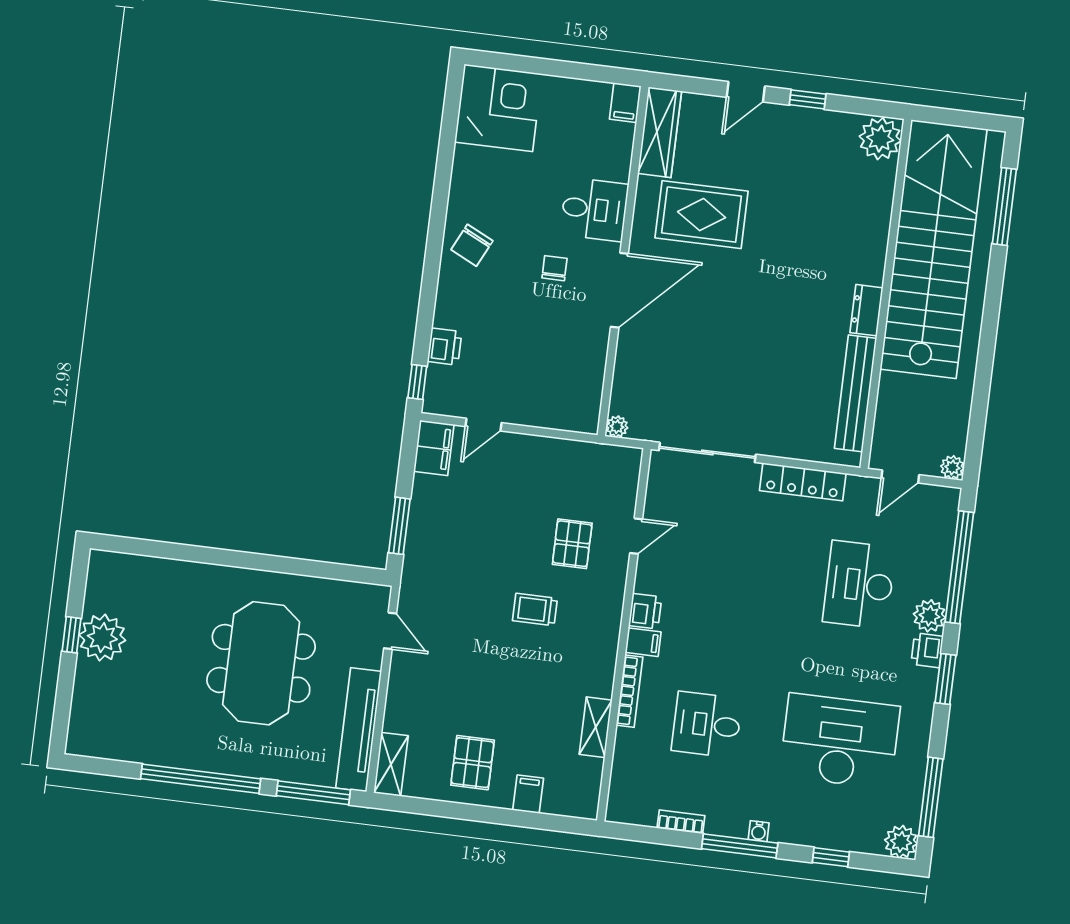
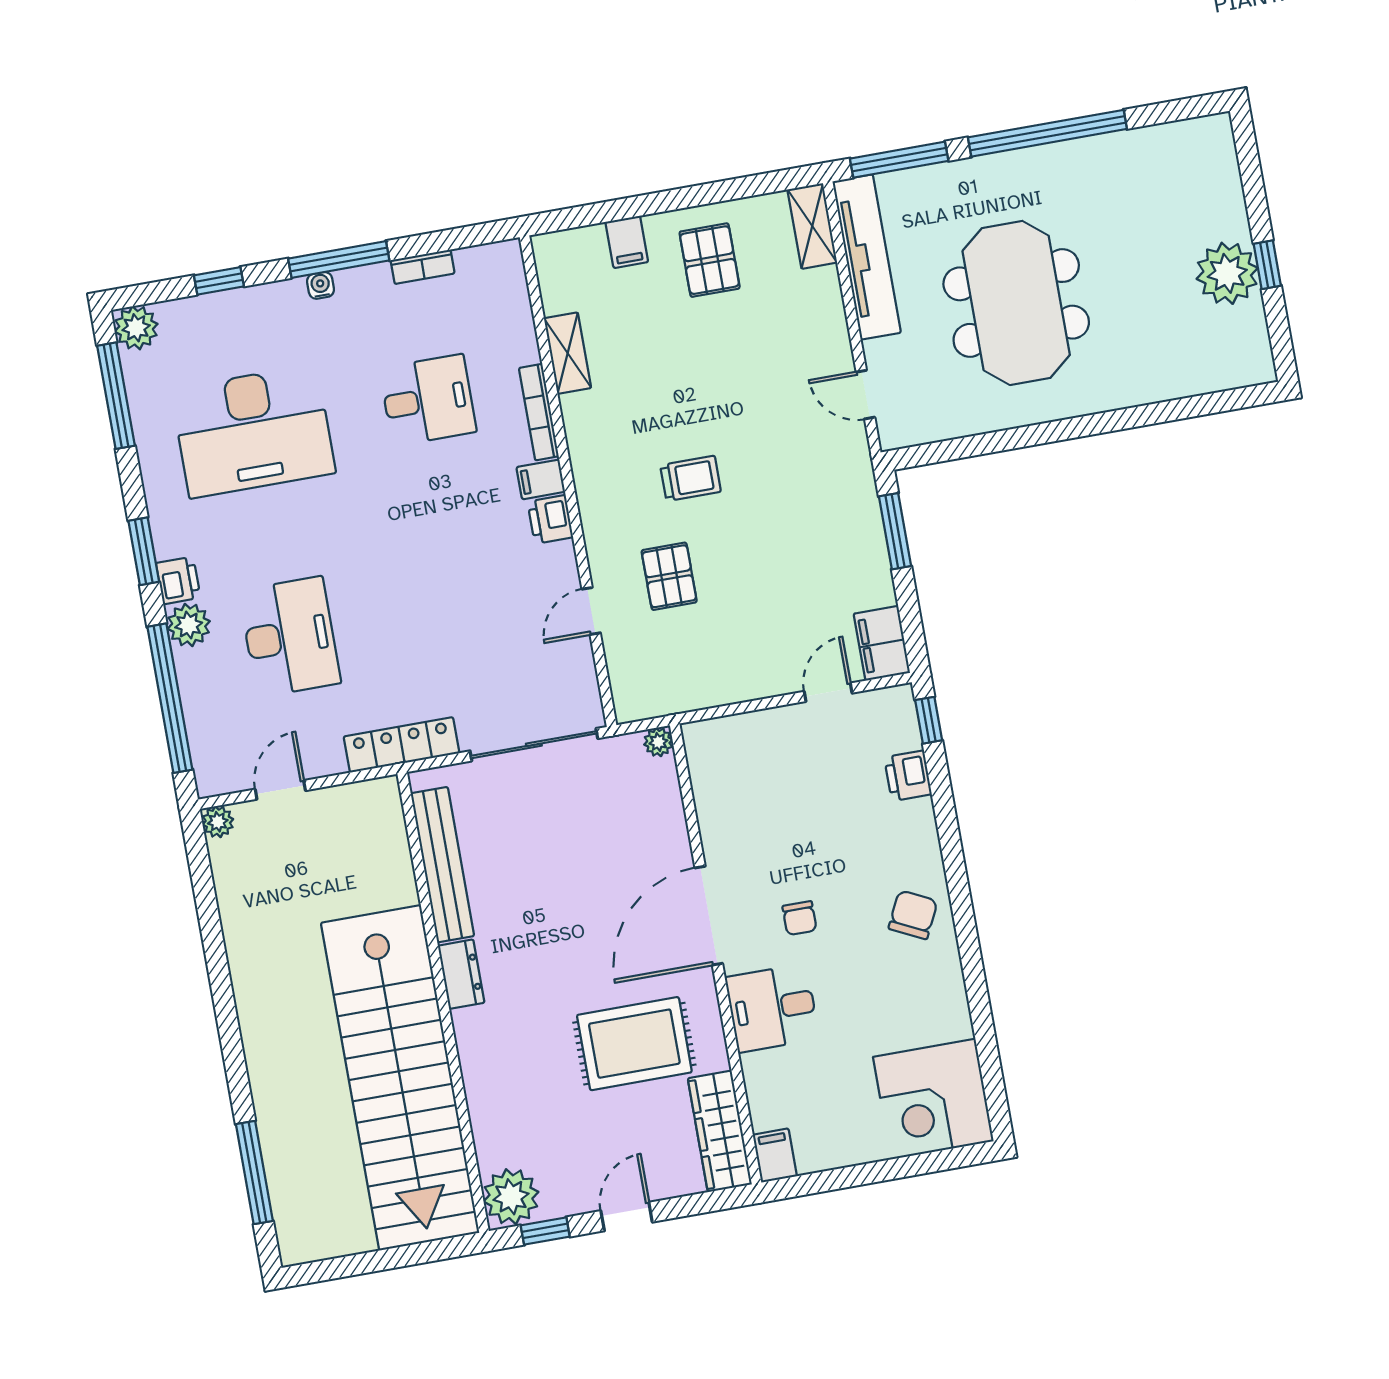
plant: (880, 139) -> (511, 1197), moved
stairs: (934, 249) -> (400, 1078), moved
wall: (886, 294) -> (443, 1002), moved
dresser: (866, 310) -> (461, 974), moved
bench: (855, 393) -> (442, 865), moved

